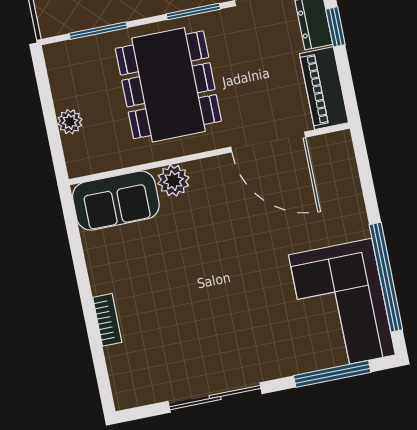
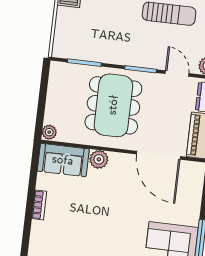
plant: (70, 122) -> (49, 132), moved
bookcase: (107, 320) -> (39, 205), moved

